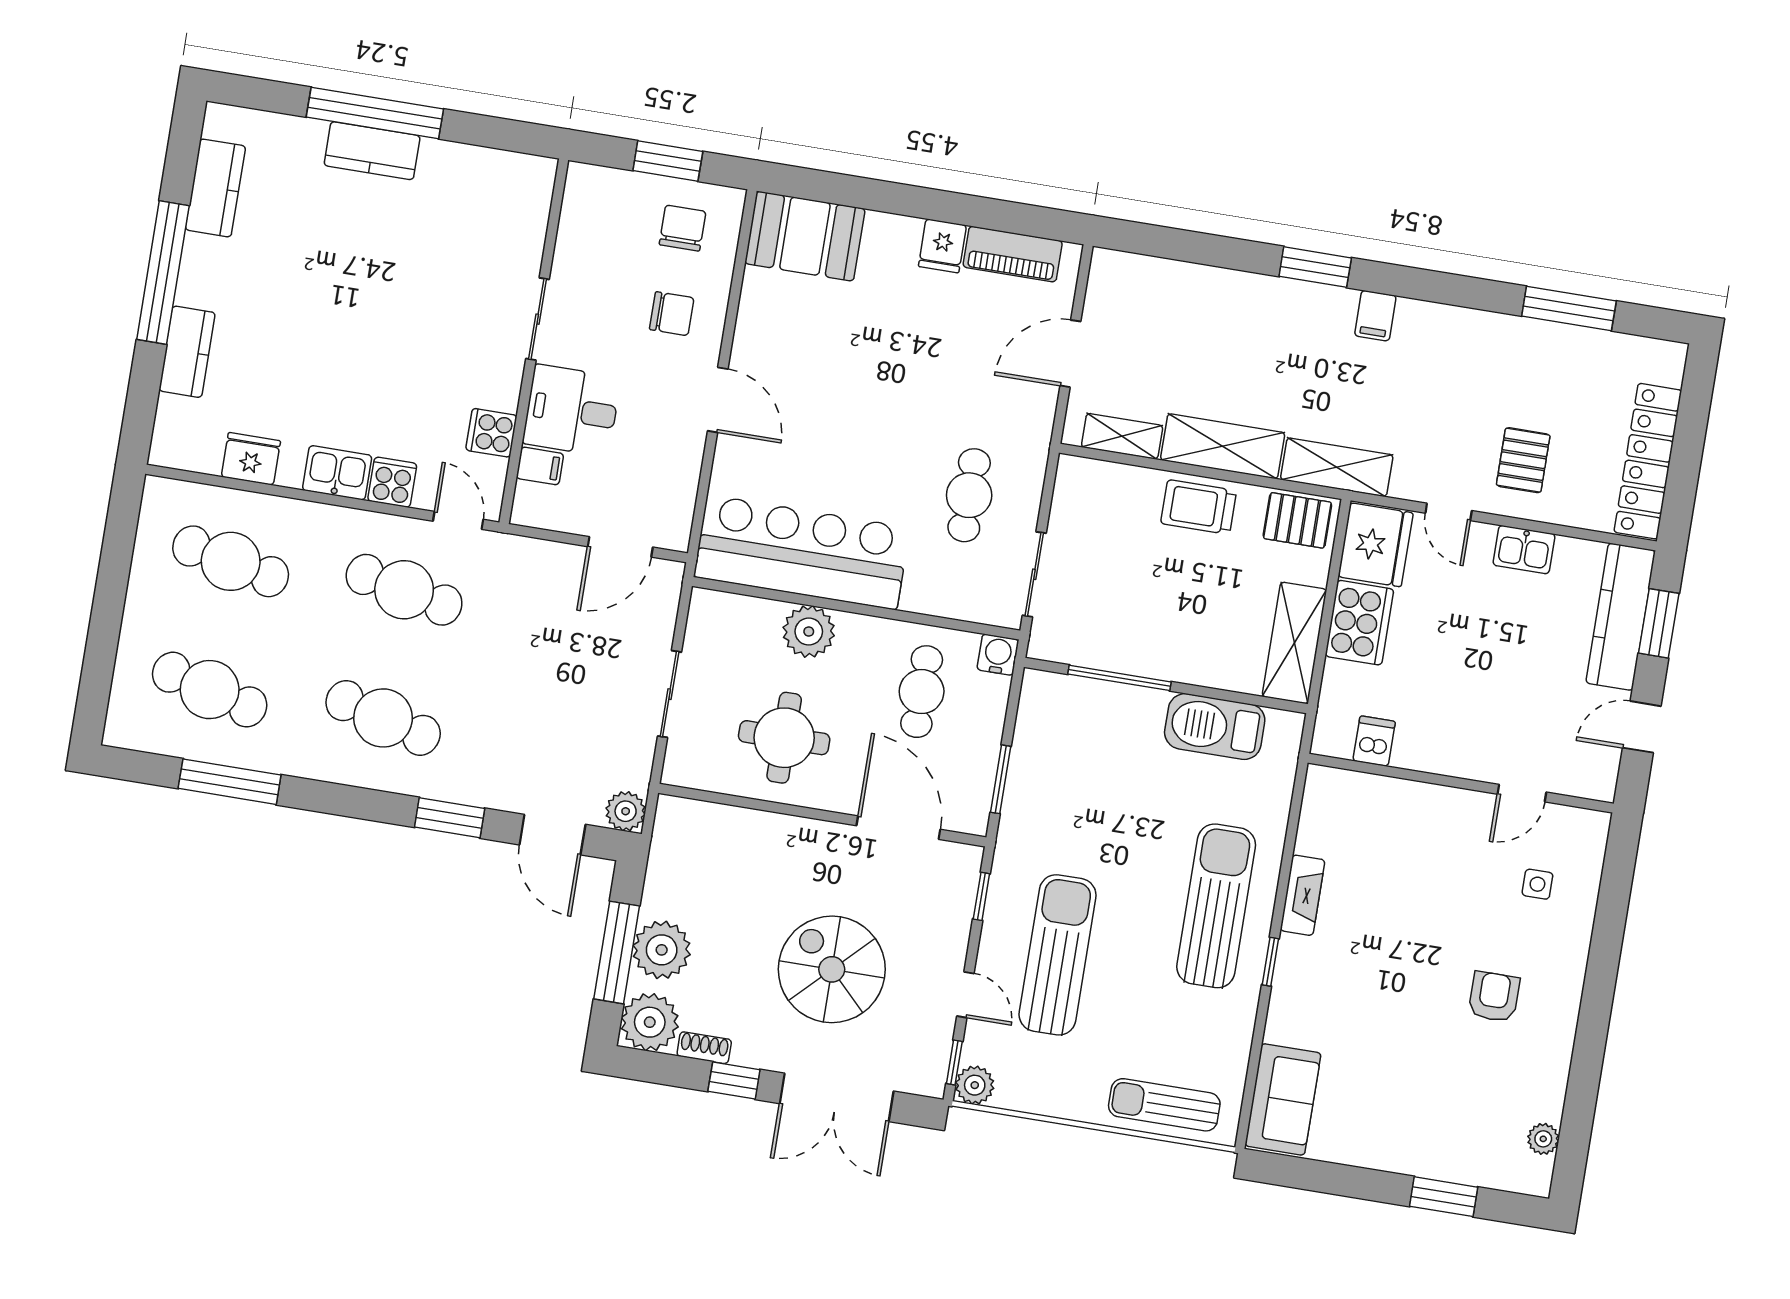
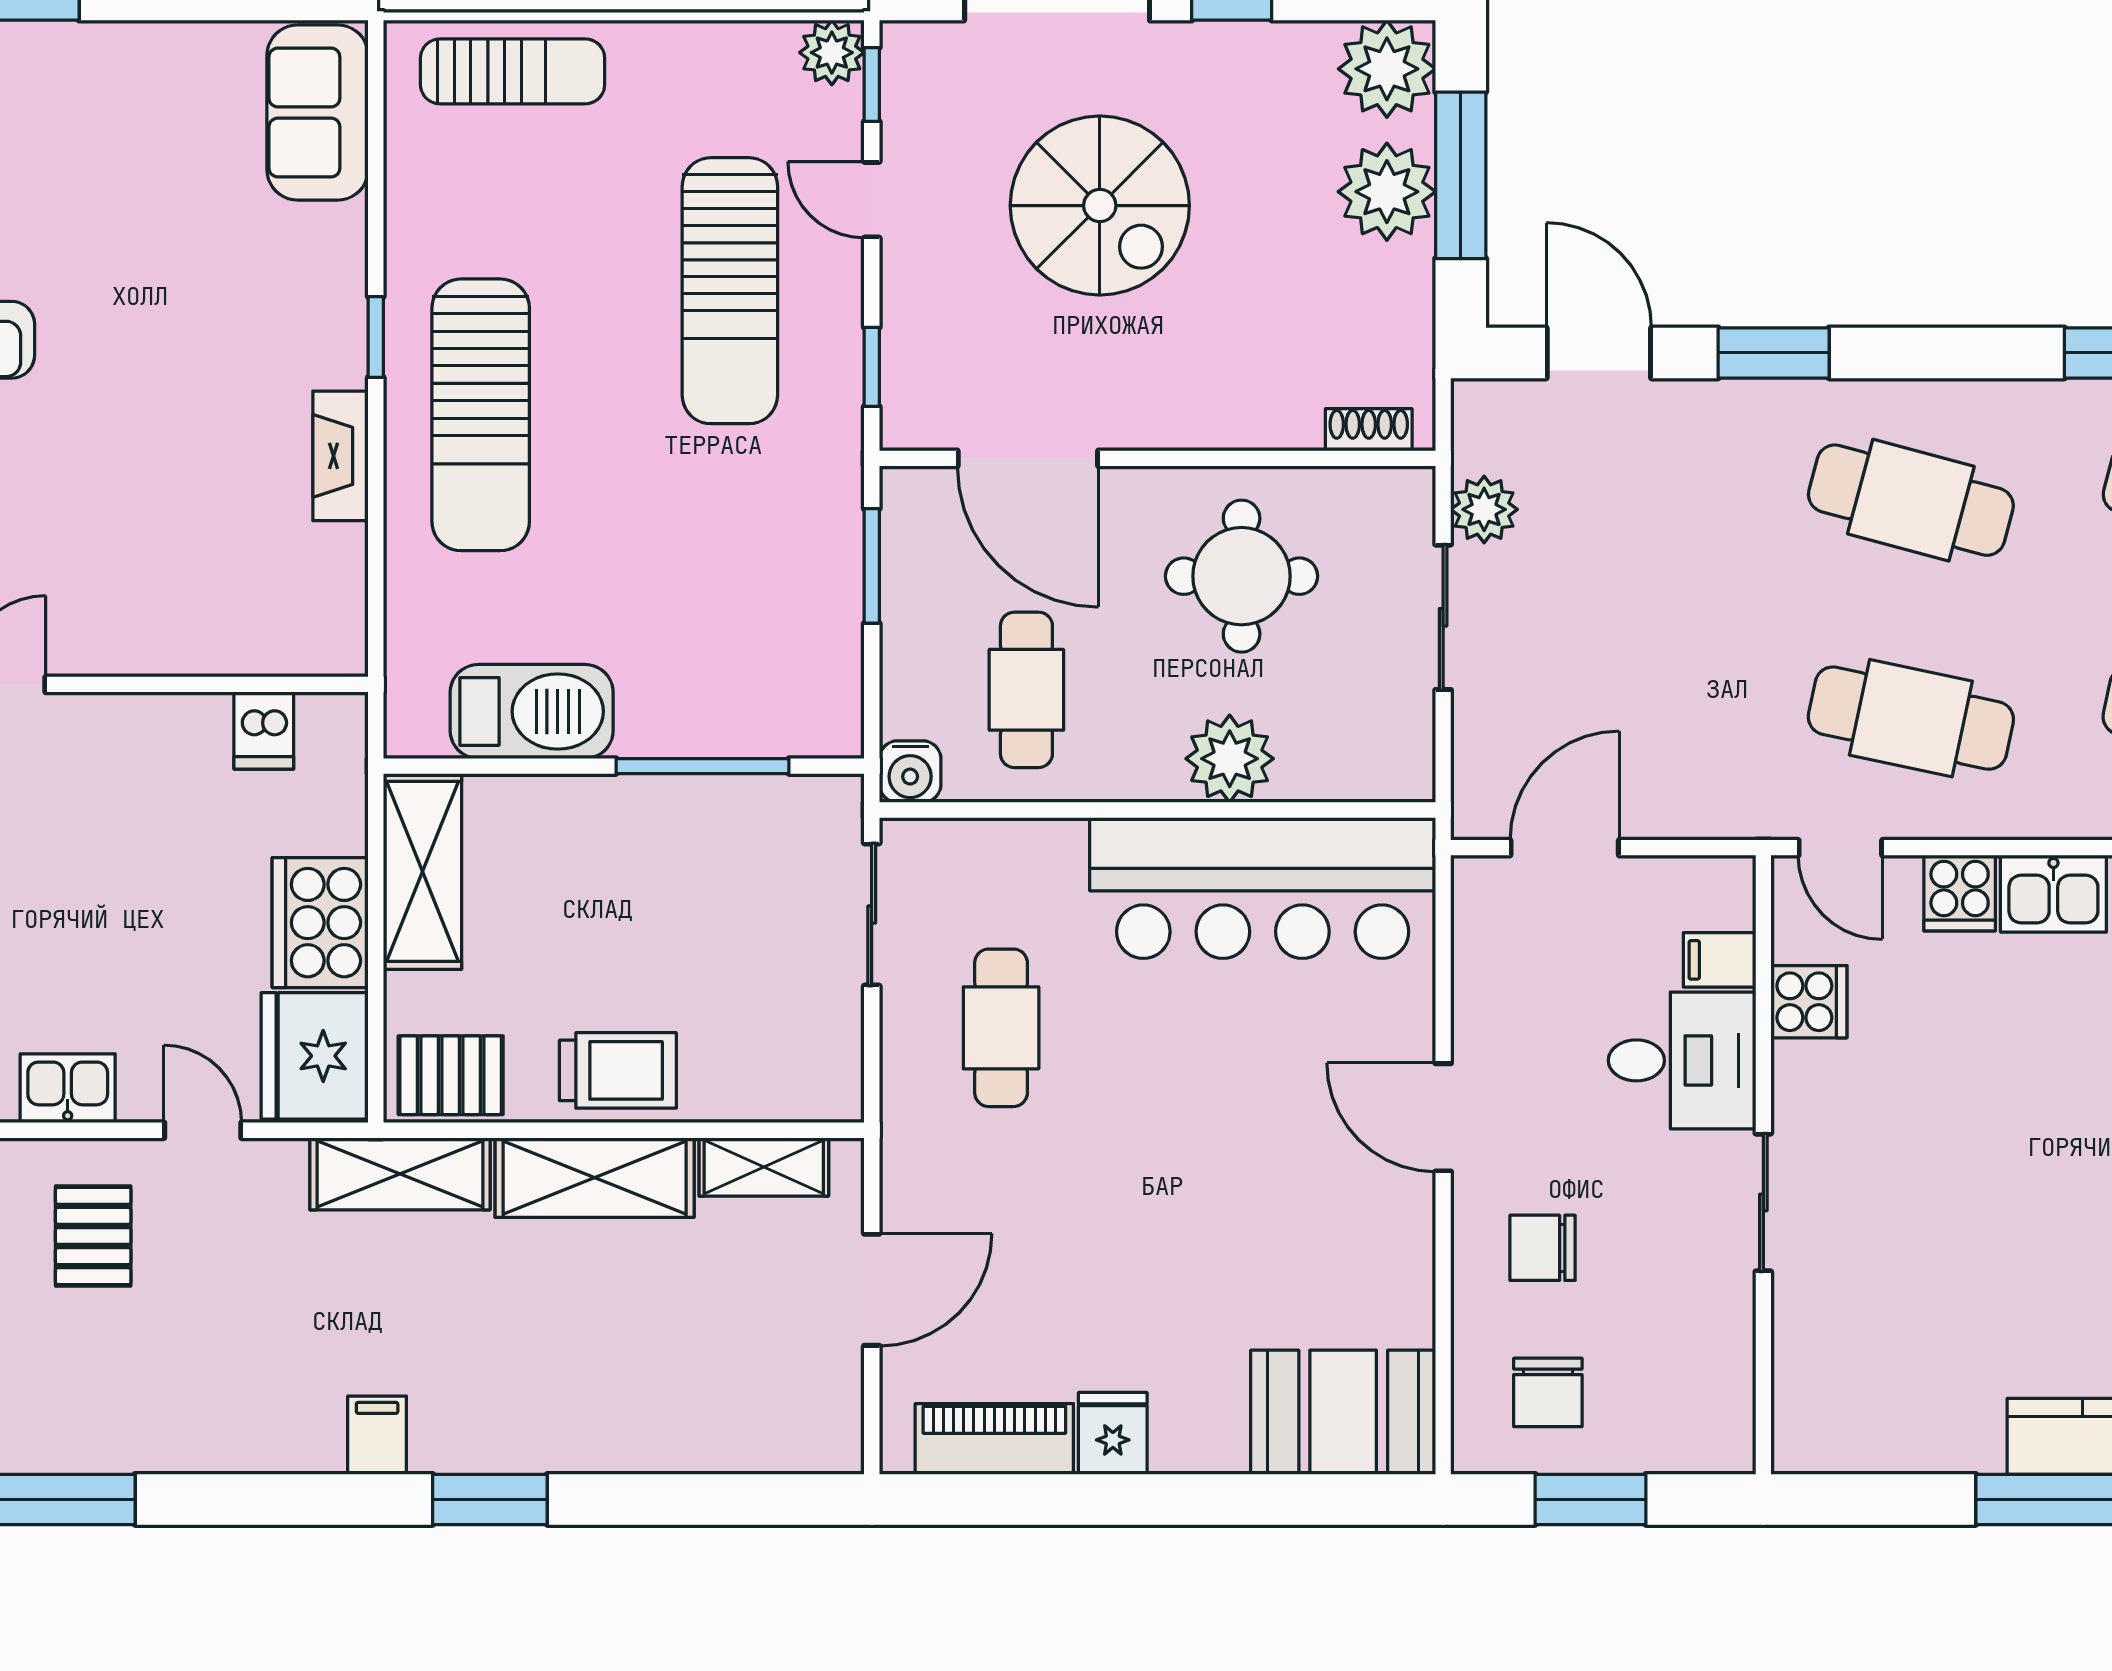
plant: (626, 811) -> (1484, 509), moved
shoe rack: (704, 1048) -> (1369, 430), moved, turned 180

